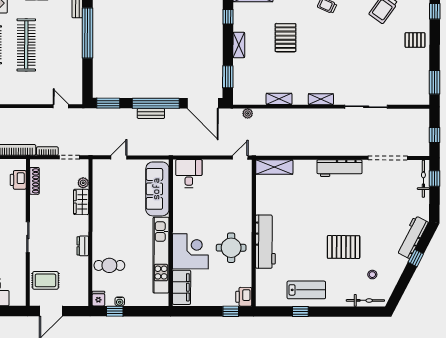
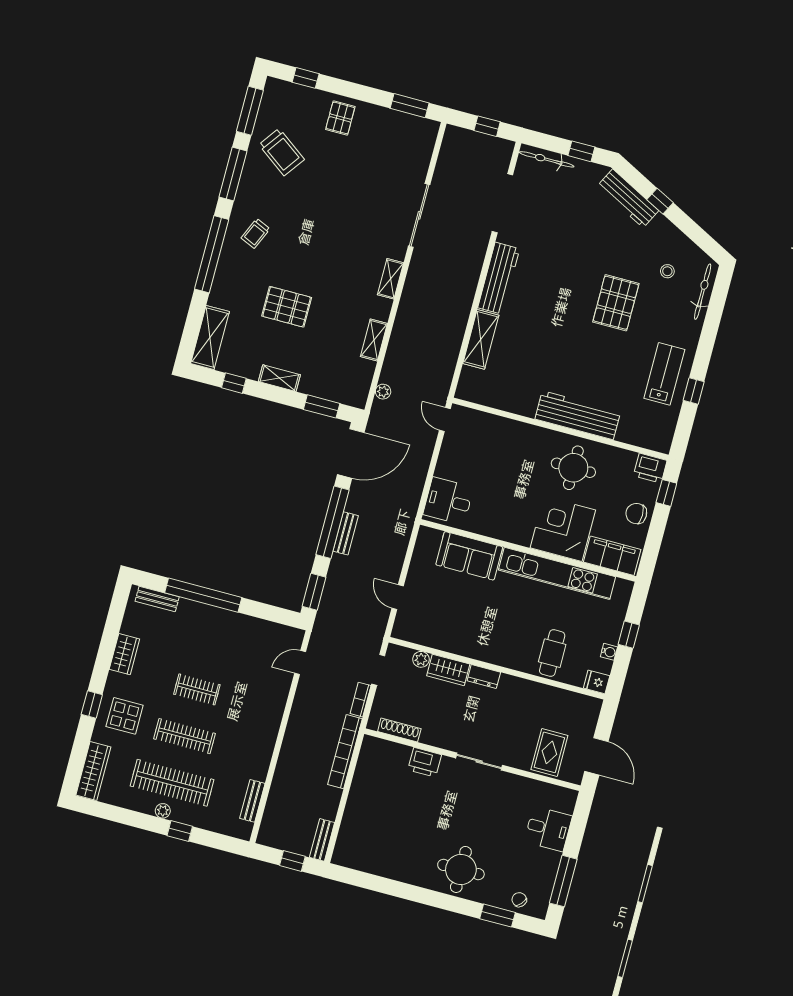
clothes rail: (26, 45) -> (197, 689), width x0.54, depth x0.76
shelving: (274, 167) -> (481, 339), moved
window: (434, 179) -> (581, 151), moved
printer: (18, 180) -> (425, 762), moved
sofa: (157, 189) -> (469, 556), width x0.73
dresser: (83, 246) -> (484, 676), moved
chair: (213, 296) -> (636, 514), added
window: (115, 311) -> (629, 635), moved

